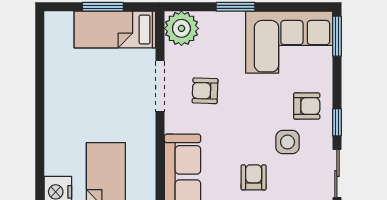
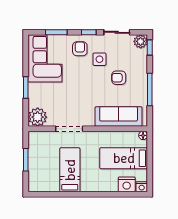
bed: (115, 29) -> (70, 170), moved, turned 180
window: (337, 36) -> (56, 32), moved
armchair: (205, 91) -> (72, 104), removed

